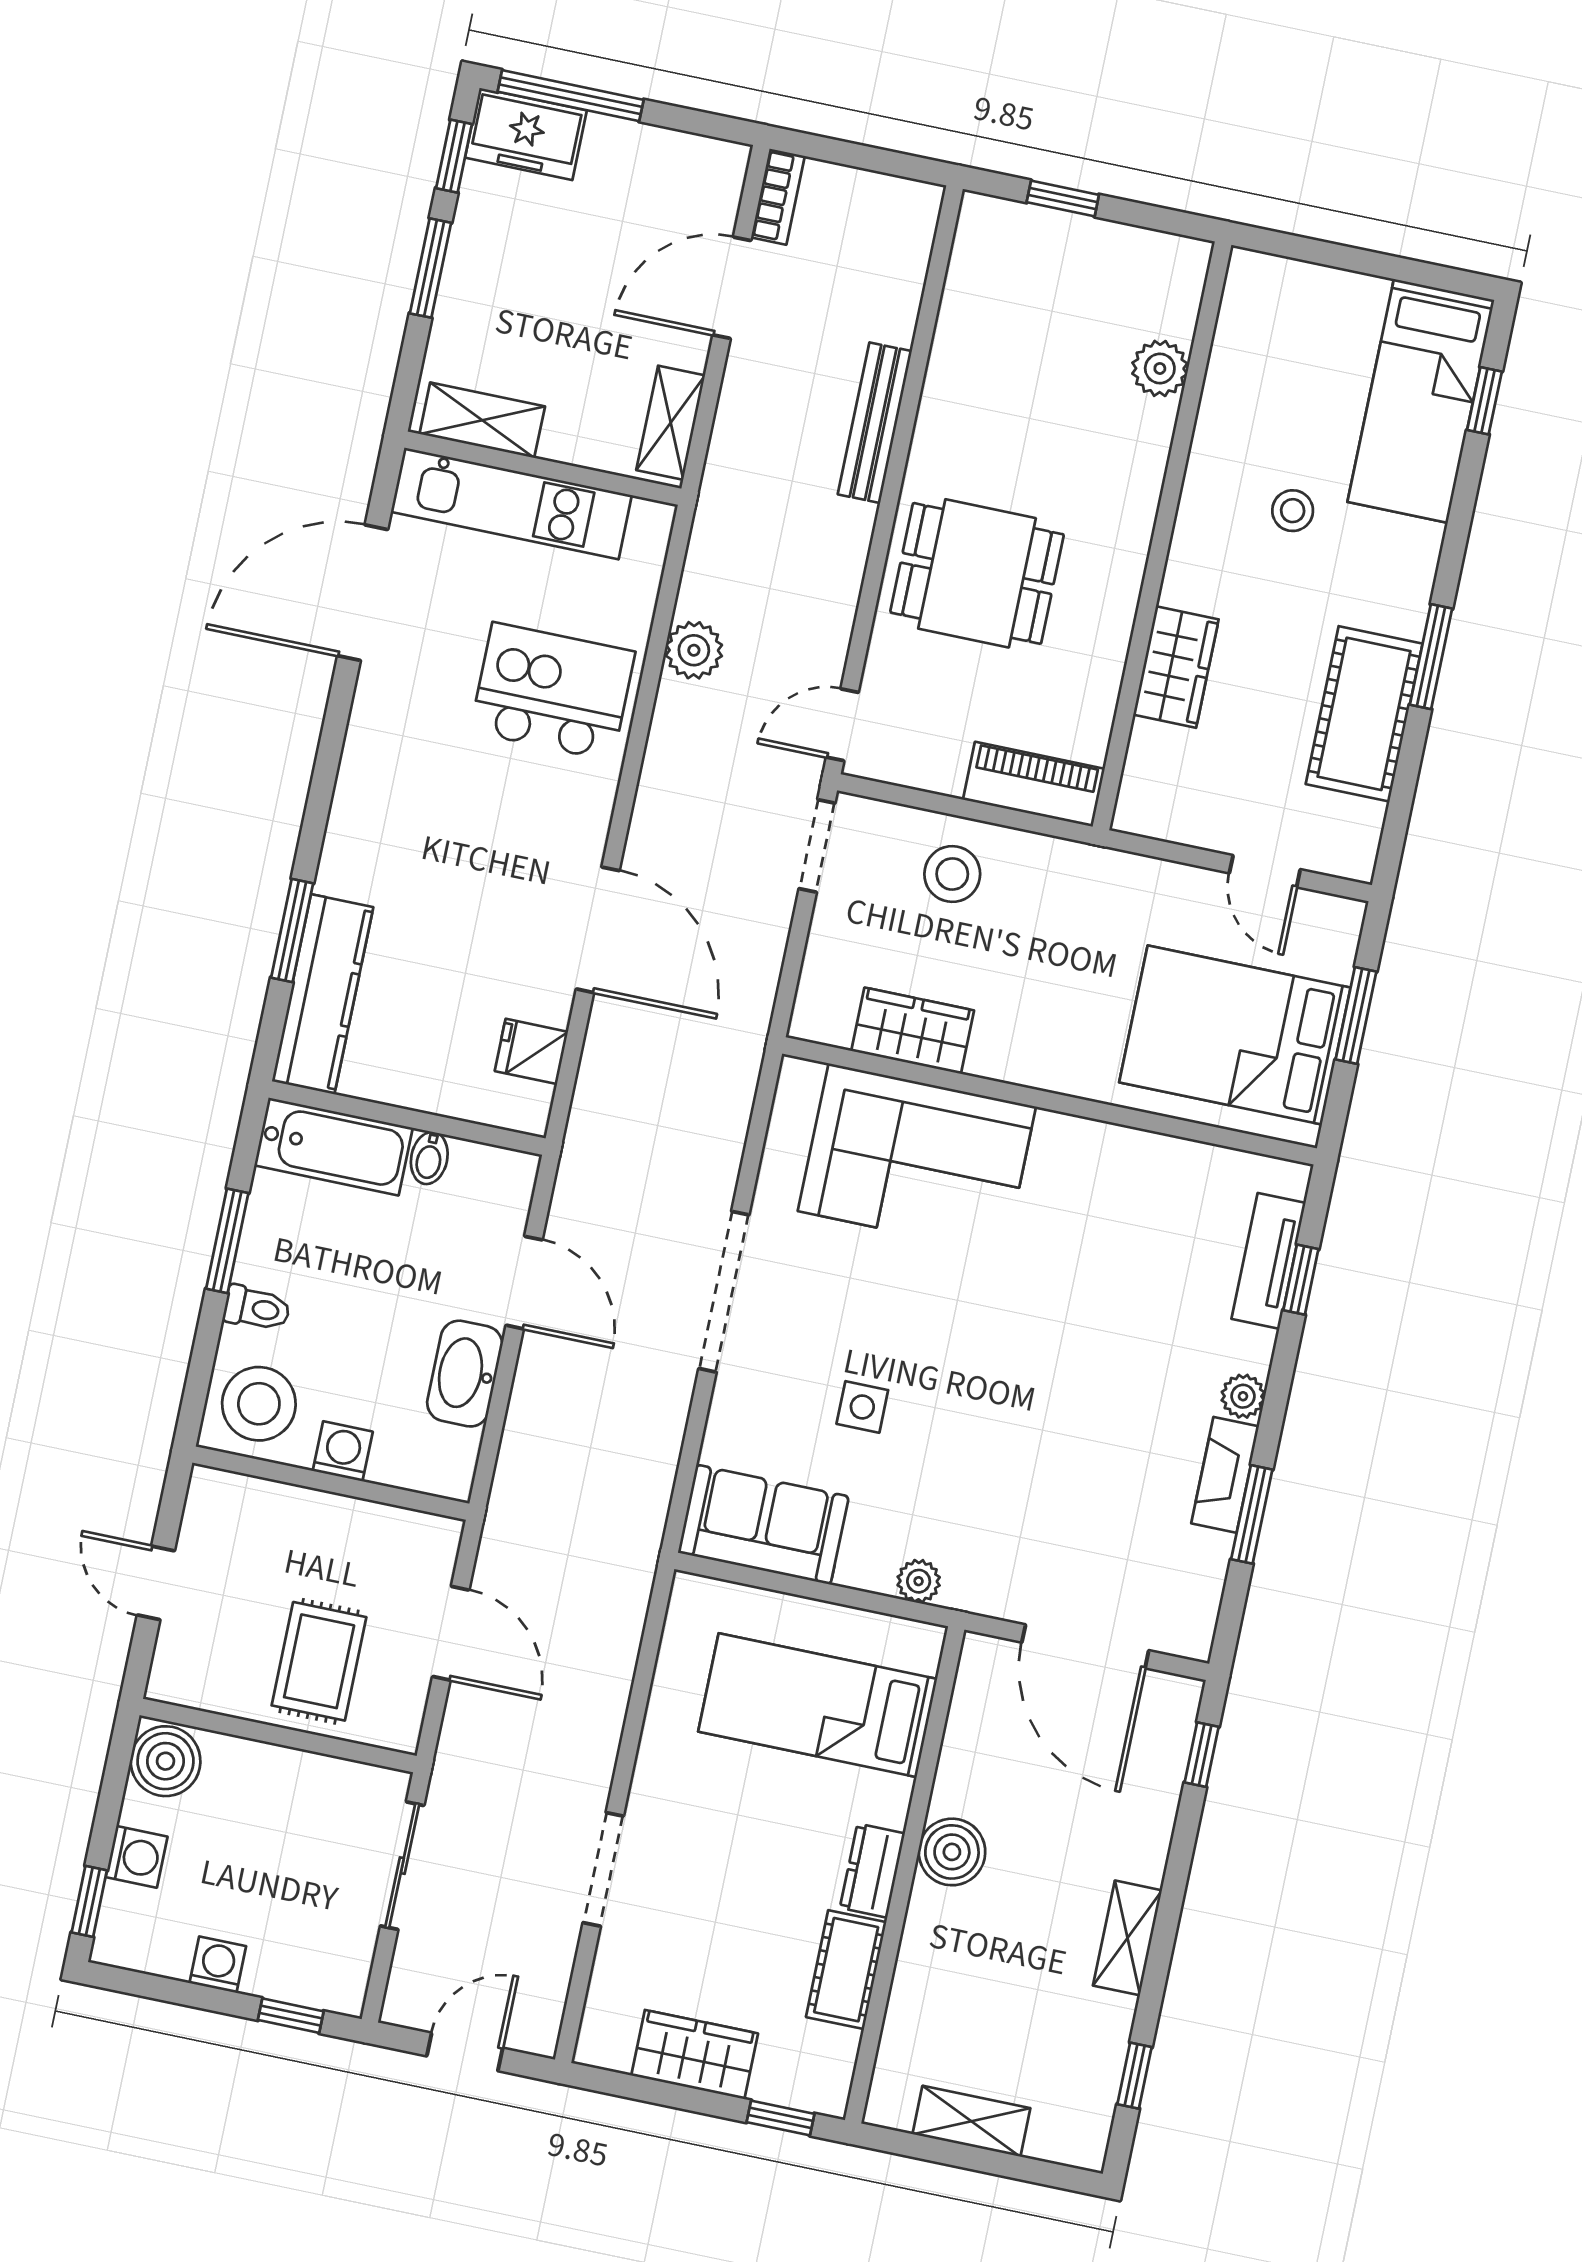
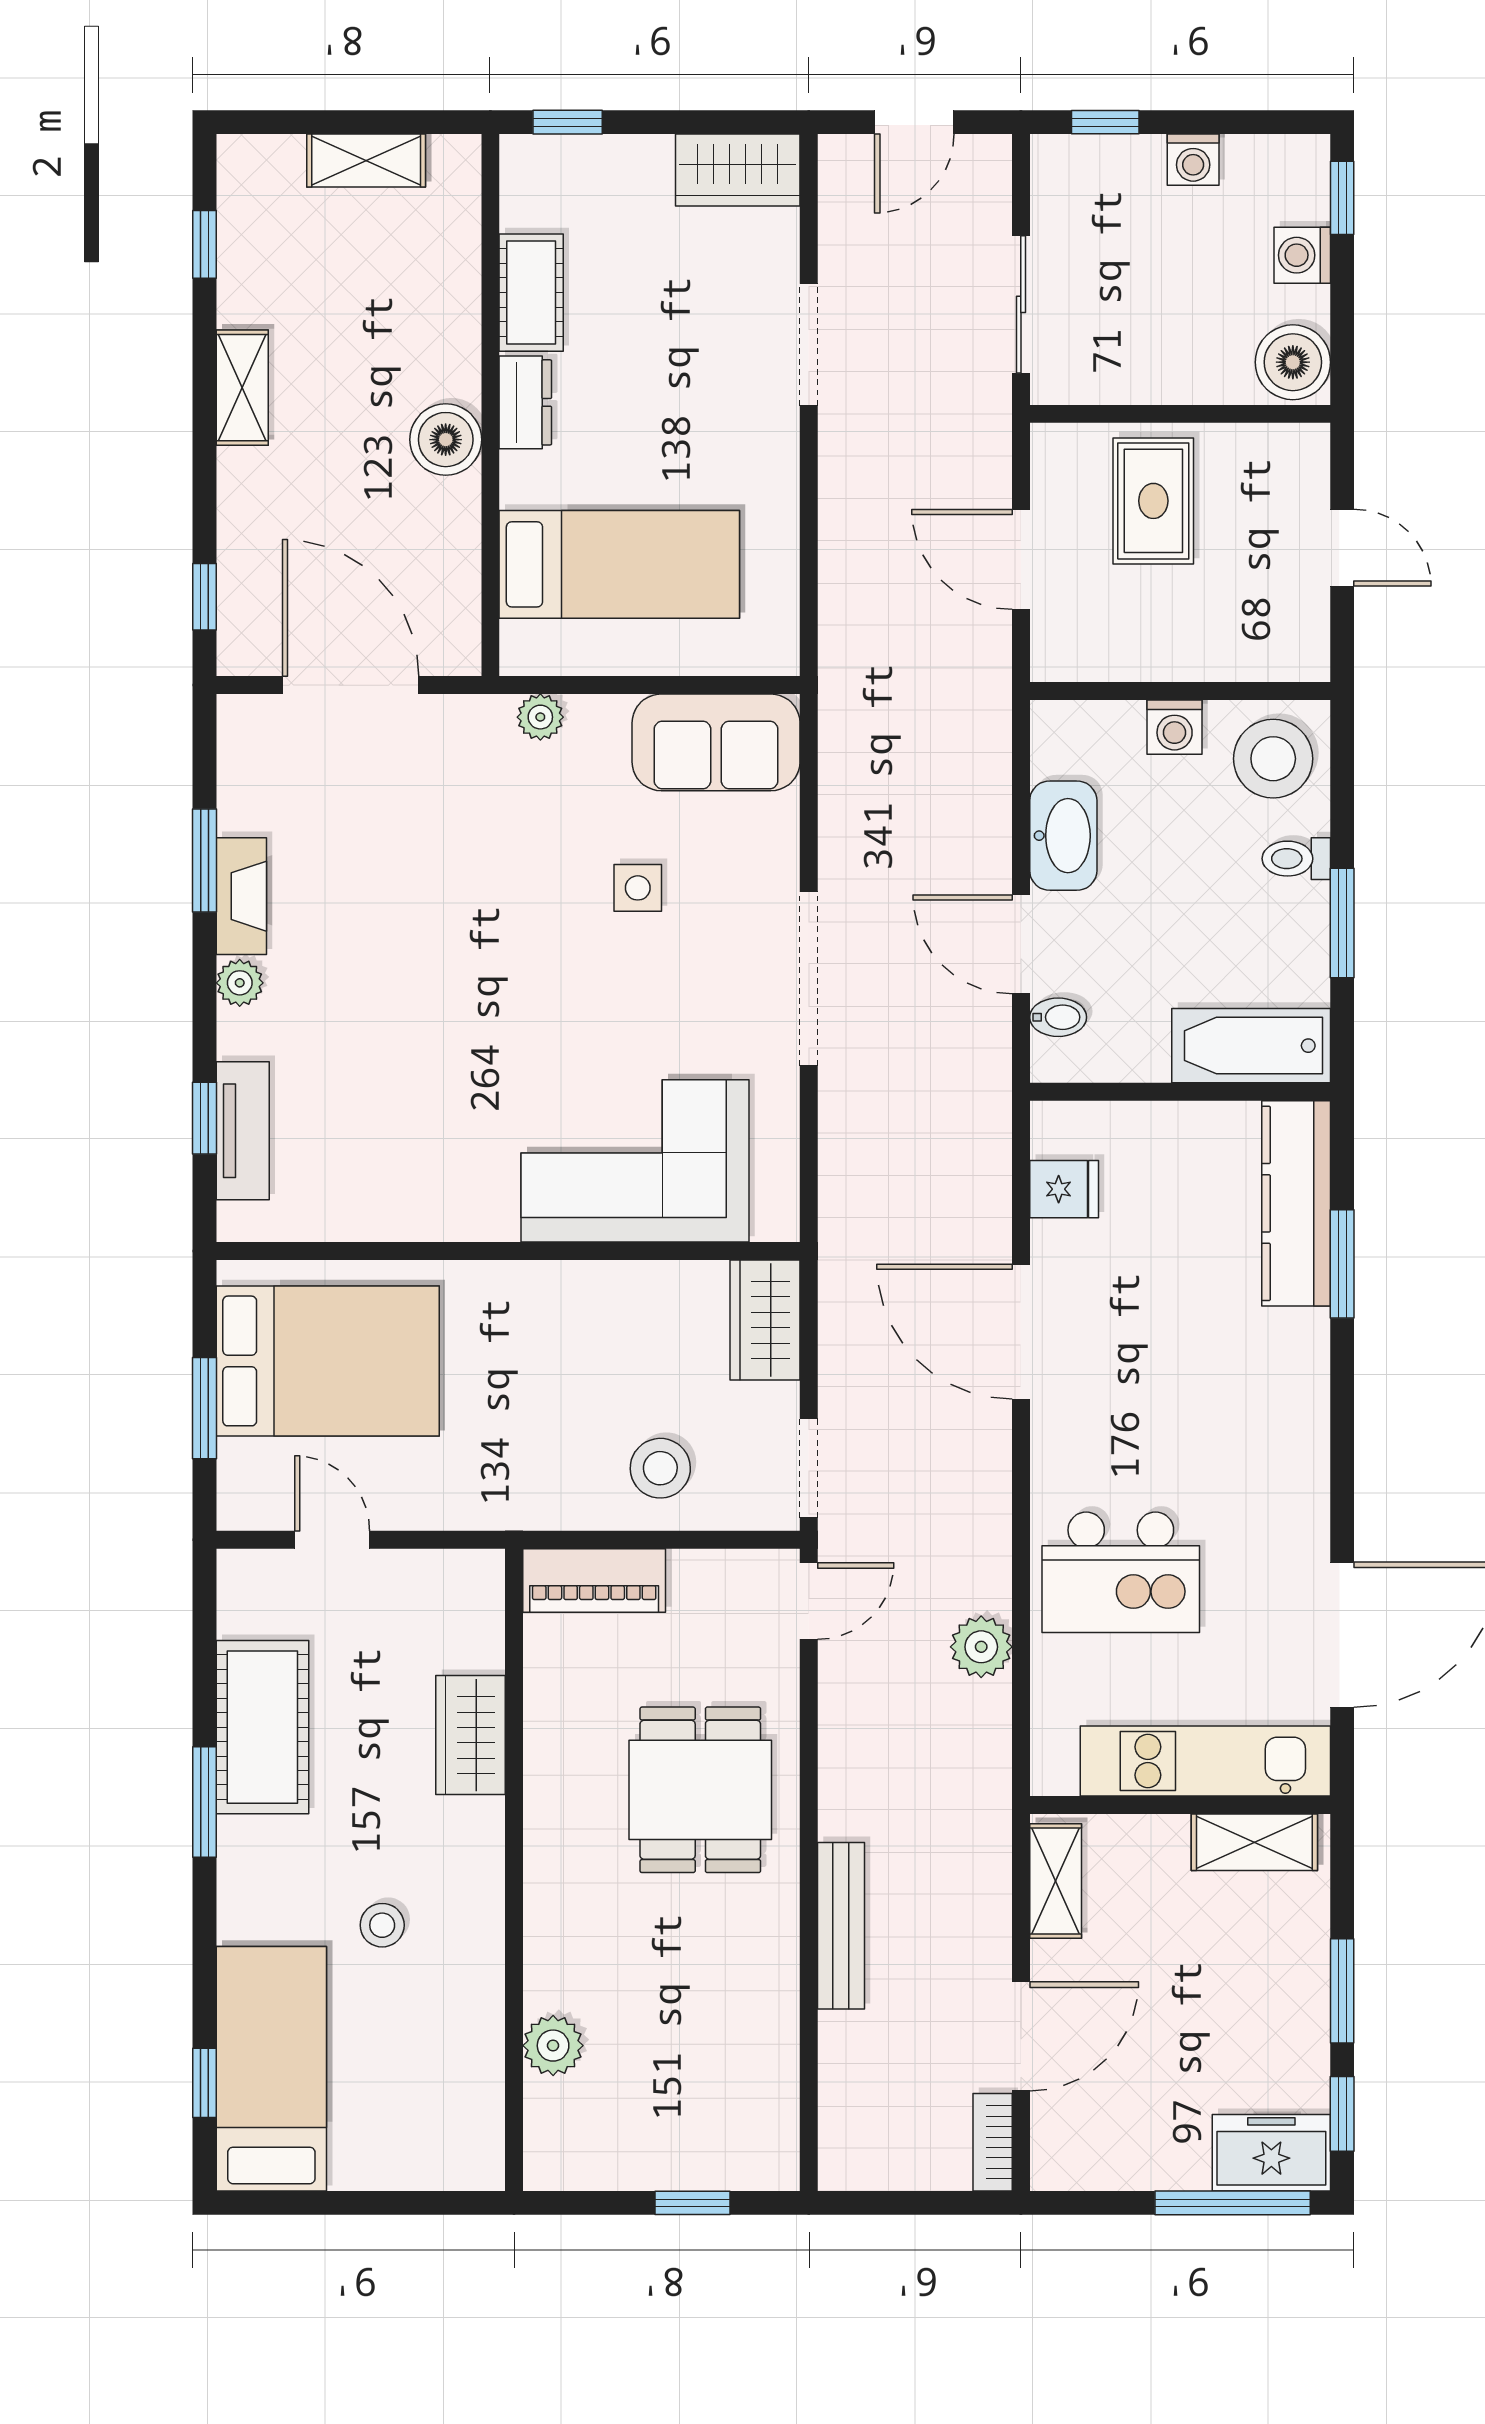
dining table: (977, 573) -> (700, 1790), turned 90
wardrobe: (913, 1031) -> (765, 1320), moved, turned 90
bidet: (429, 1158) -> (1058, 1017), moved, turned 90
wardrobe: (695, 2054) -> (738, 170), moved

